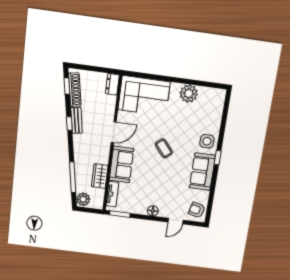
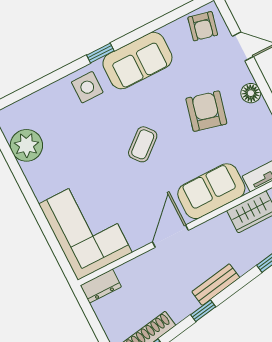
plant: (189, 93) -> (26, 145), moved
bench: (77, 120) -> (216, 285), moved
door: (114, 132) -> (170, 236), hinge flipped
armchair: (159, 186) -> (206, 111), added

